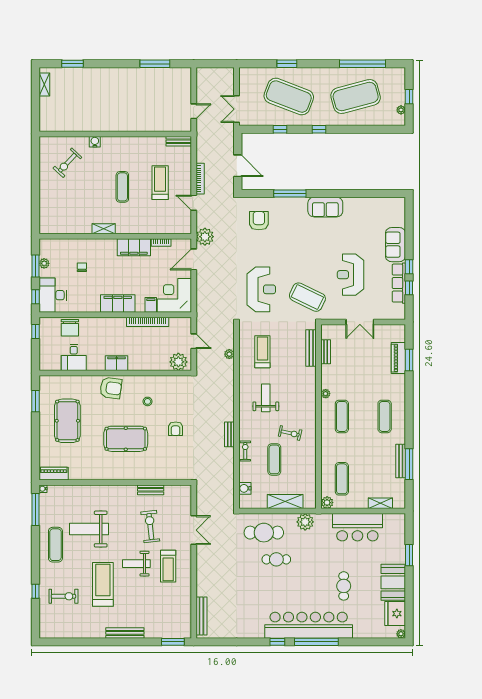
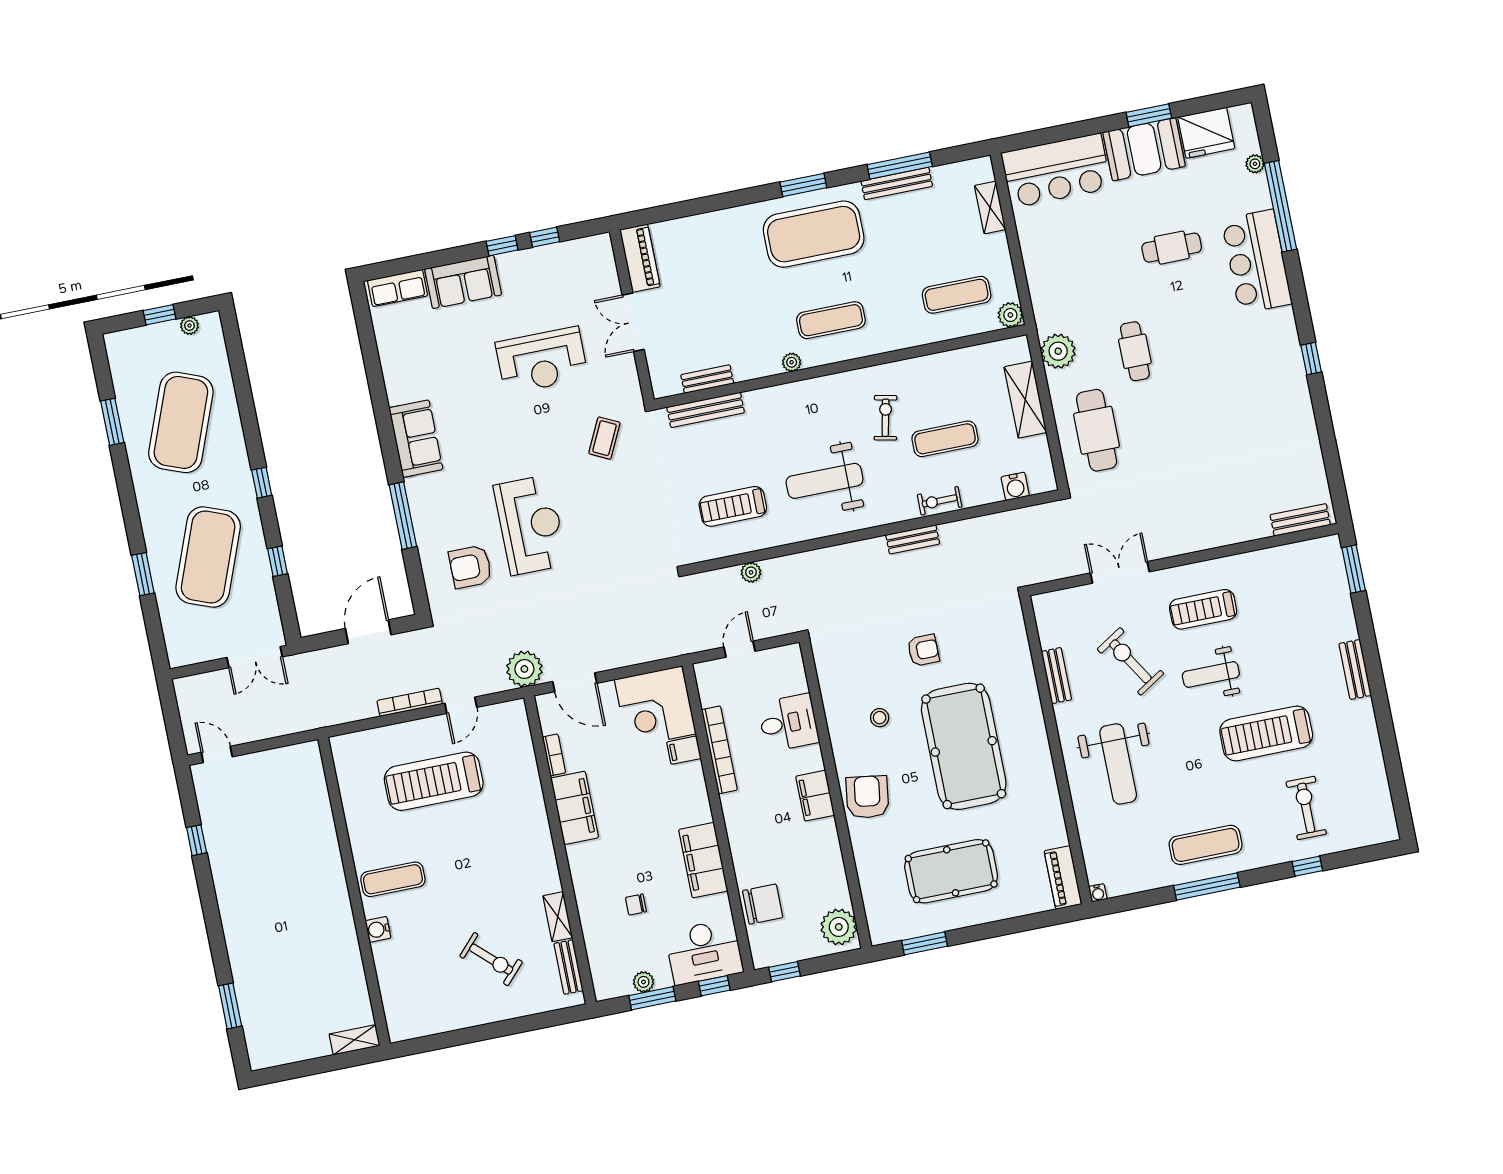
window: (155, 64) -> (197, 840), width x0.46
window: (362, 64) -> (112, 422), width x0.47
shelving: (44, 85) -> (355, 1040), moved
exercise mat: (356, 97) -> (181, 422), turned 36
door: (194, 111) -> (217, 754), moved
bench: (179, 141) -> (569, 967), moved
exercise bike: (67, 163) -> (491, 959), moved
treadmill: (160, 183) -> (434, 781), width x1.37, depth x1.38
exercise mat: (122, 187) -> (393, 879), moved
shelving: (104, 229) -> (558, 917), moved
row of seats: (399, 283) -> (398, 288), moved, width x0.68
reception desk: (261, 289) -> (530, 525), moved, turned 90
coffee table: (307, 297) -> (604, 438), width x0.54, depth x0.58
filing cabinet: (118, 304) -> (703, 860), moved
double door: (360, 322) -> (633, 322), swing flipped
desk: (74, 357) -> (788, 723), moved
piano: (398, 358) -> (640, 258), moved, turned -90
window: (409, 360) -> (803, 185), moved
plant: (178, 362) -> (839, 927), moved
weight bench: (266, 398) -> (825, 481), width x1.36, depth x1.33
exercise mat: (385, 416) -> (814, 234), width x2.00, depth x1.45
pool table: (126, 439) -> (964, 746), width x1.36, depth x1.32
window: (36, 510) -> (1207, 886), moved
exercise bike: (150, 526) -> (1130, 661), turned 64
bar counter: (357, 527) -> (1056, 170), moved, turned 90
weight bench: (89, 529) -> (1118, 764), moved
window: (409, 555) -> (1149, 115), moved
cafe table: (276, 559) -> (1135, 351), moved
weight bench: (136, 564) -> (1211, 674), turned 90
treadmill: (168, 566) -> (1203, 609), turned 180
bench: (201, 616) -> (1300, 520), width x0.73
bar counter: (309, 625) -> (1257, 261), width x0.54
bench: (125, 633) -> (1355, 669), width x0.73
plant: (401, 634) -> (1255, 164), moved
window: (316, 642) -> (1280, 206), moved

